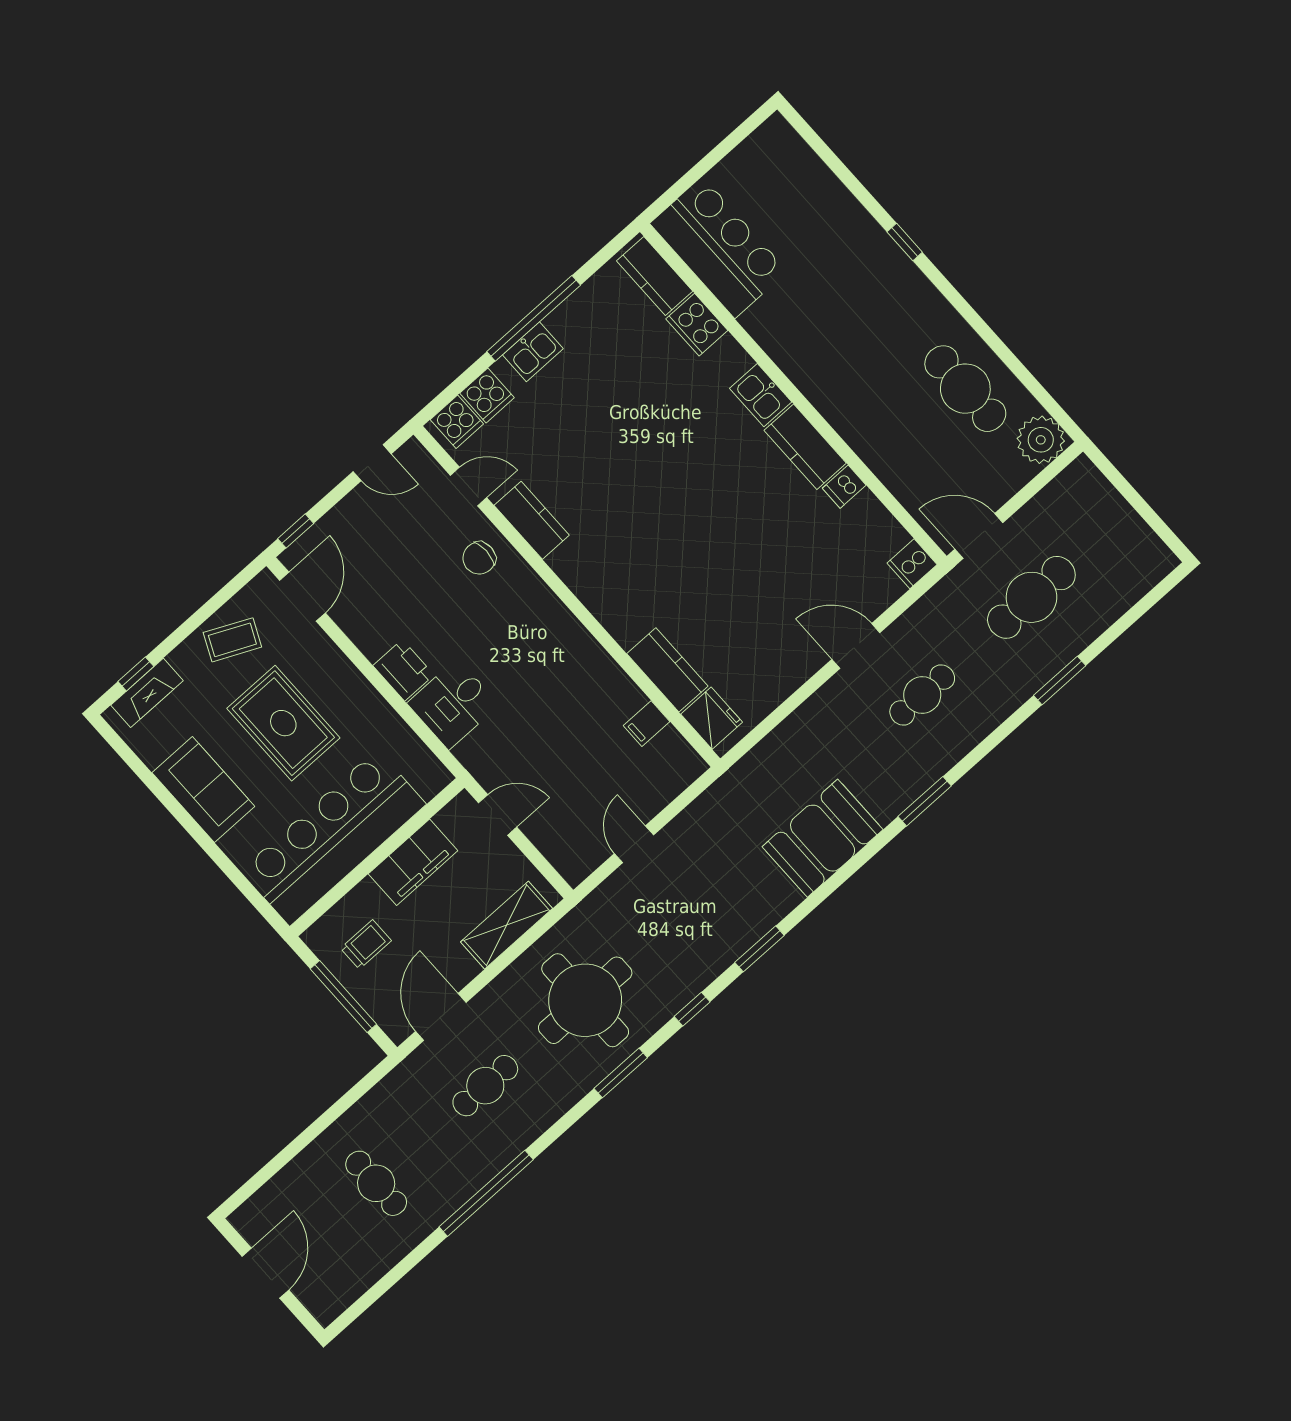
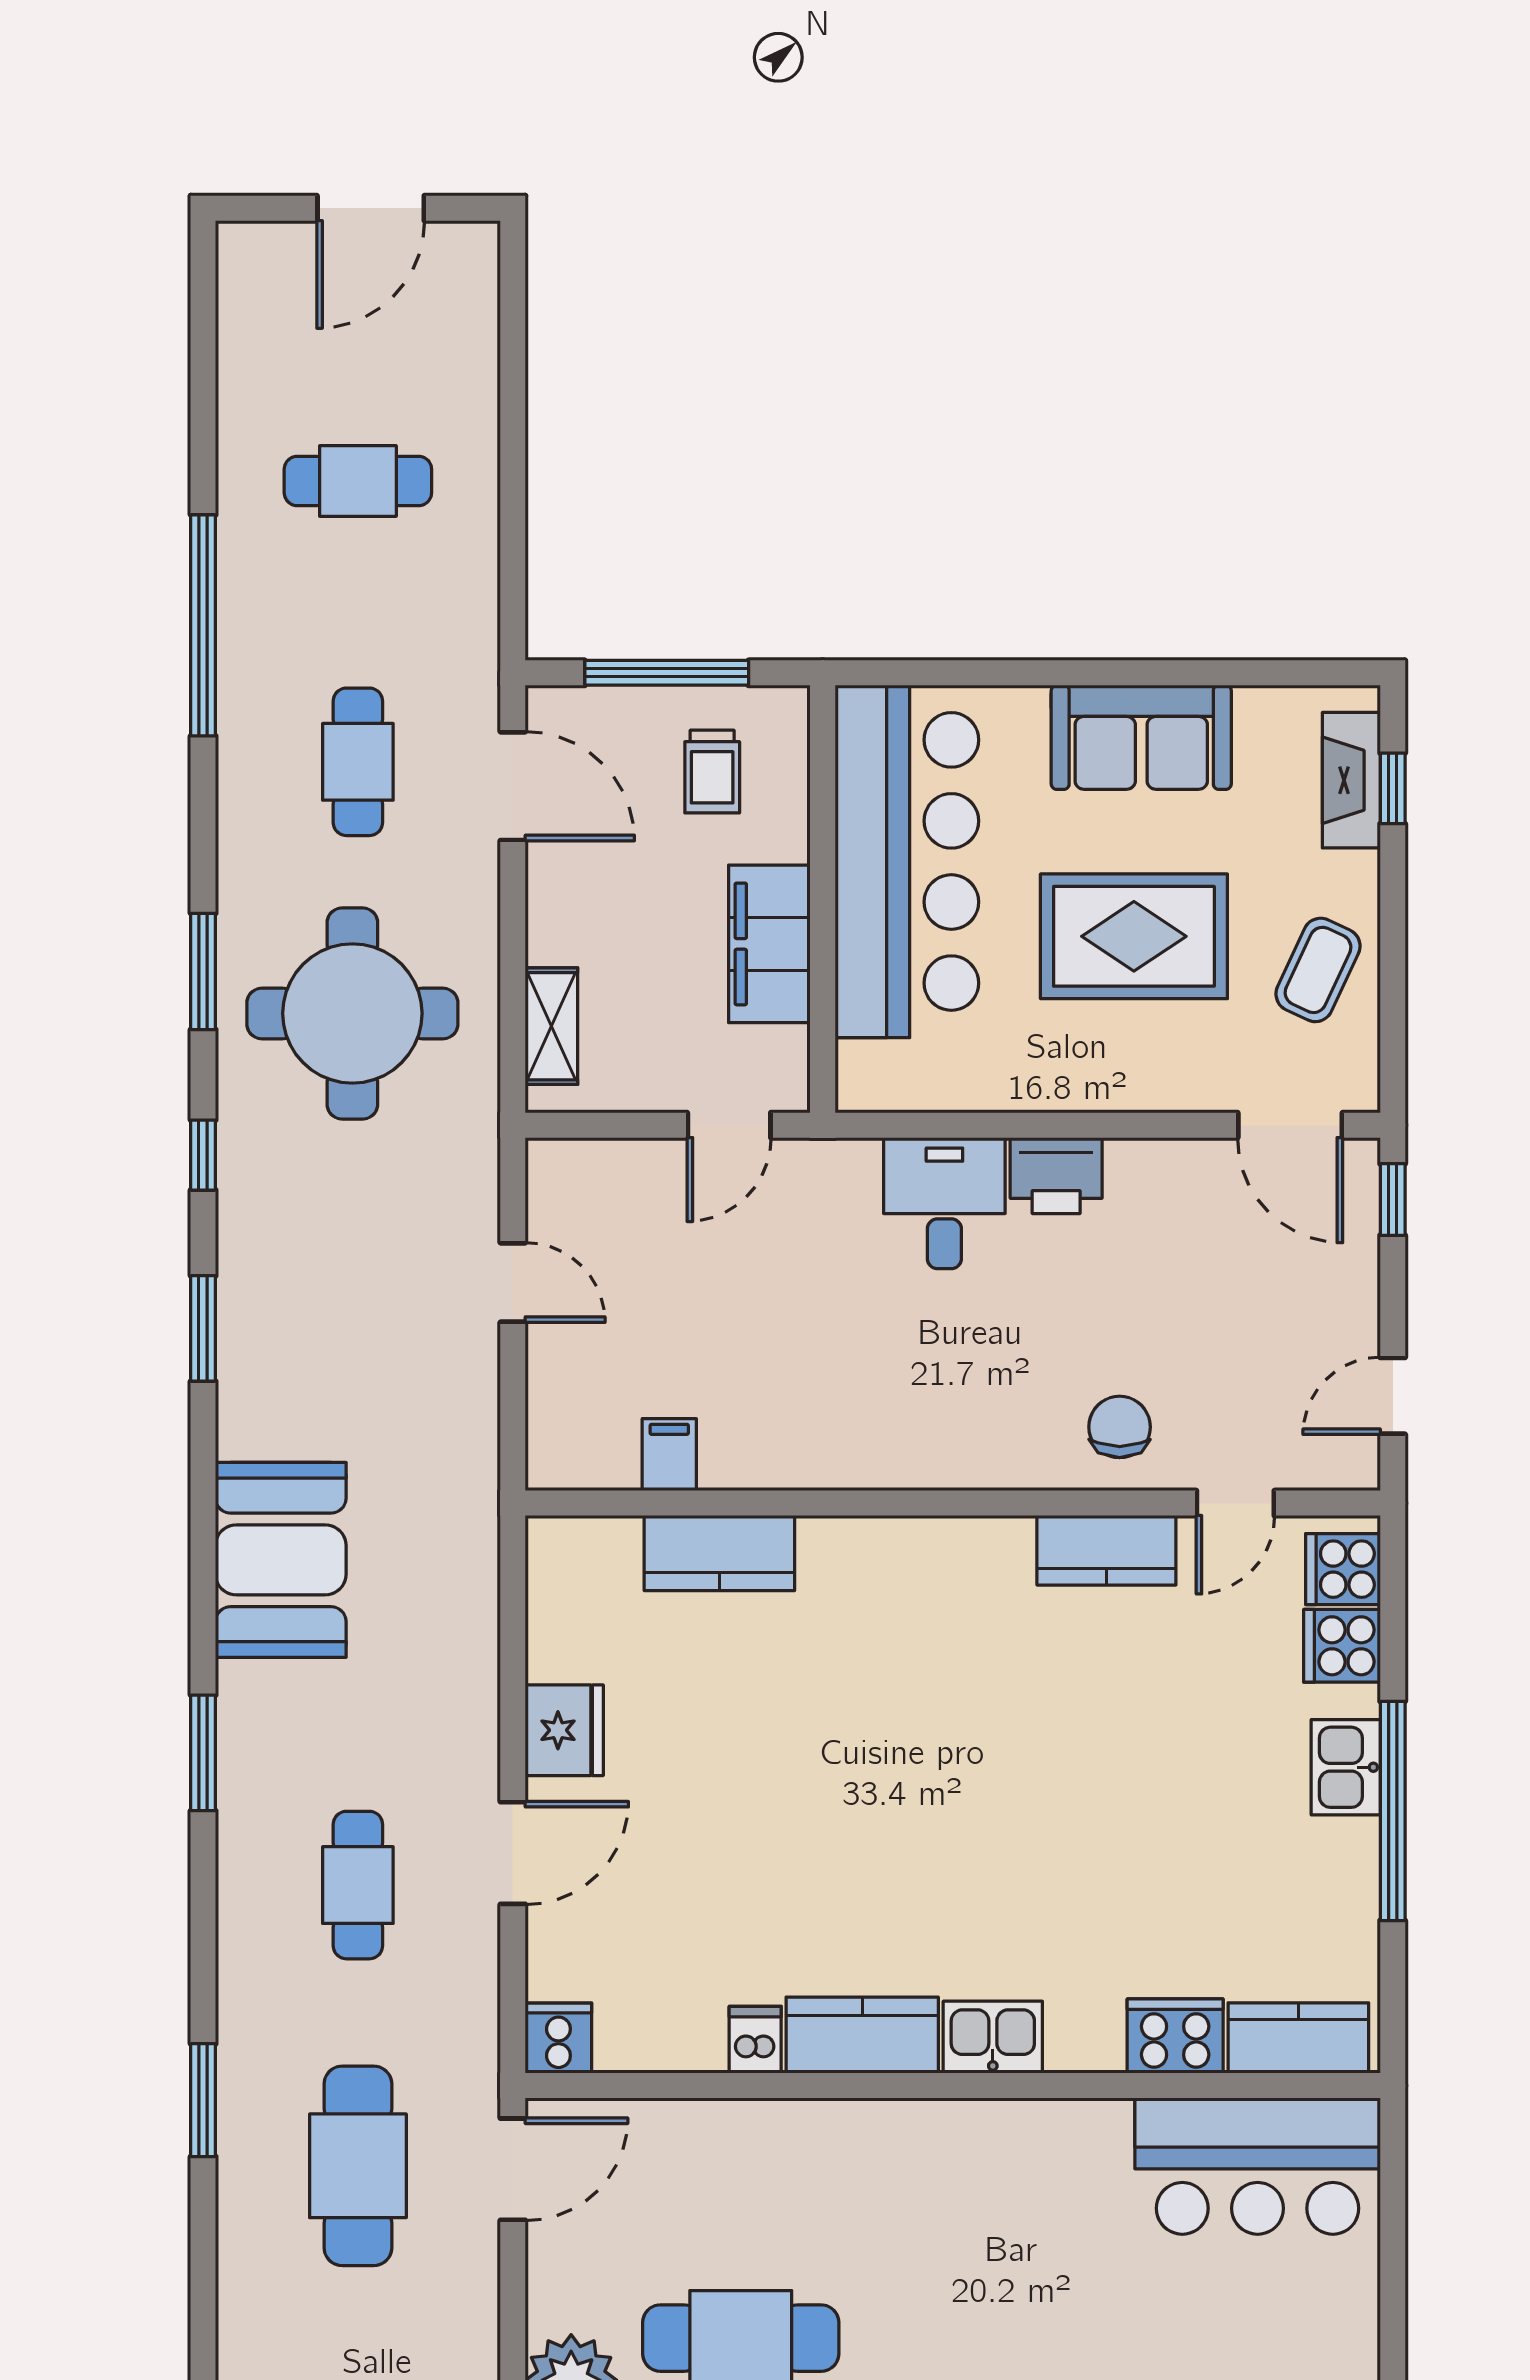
fridge: (712, 718) -> (564, 1730), moved, turned -90
shelving: (506, 925) -> (551, 1026), width x0.67, depth x0.75
door: (266, 1273) -> (371, 208), hinge flipped

